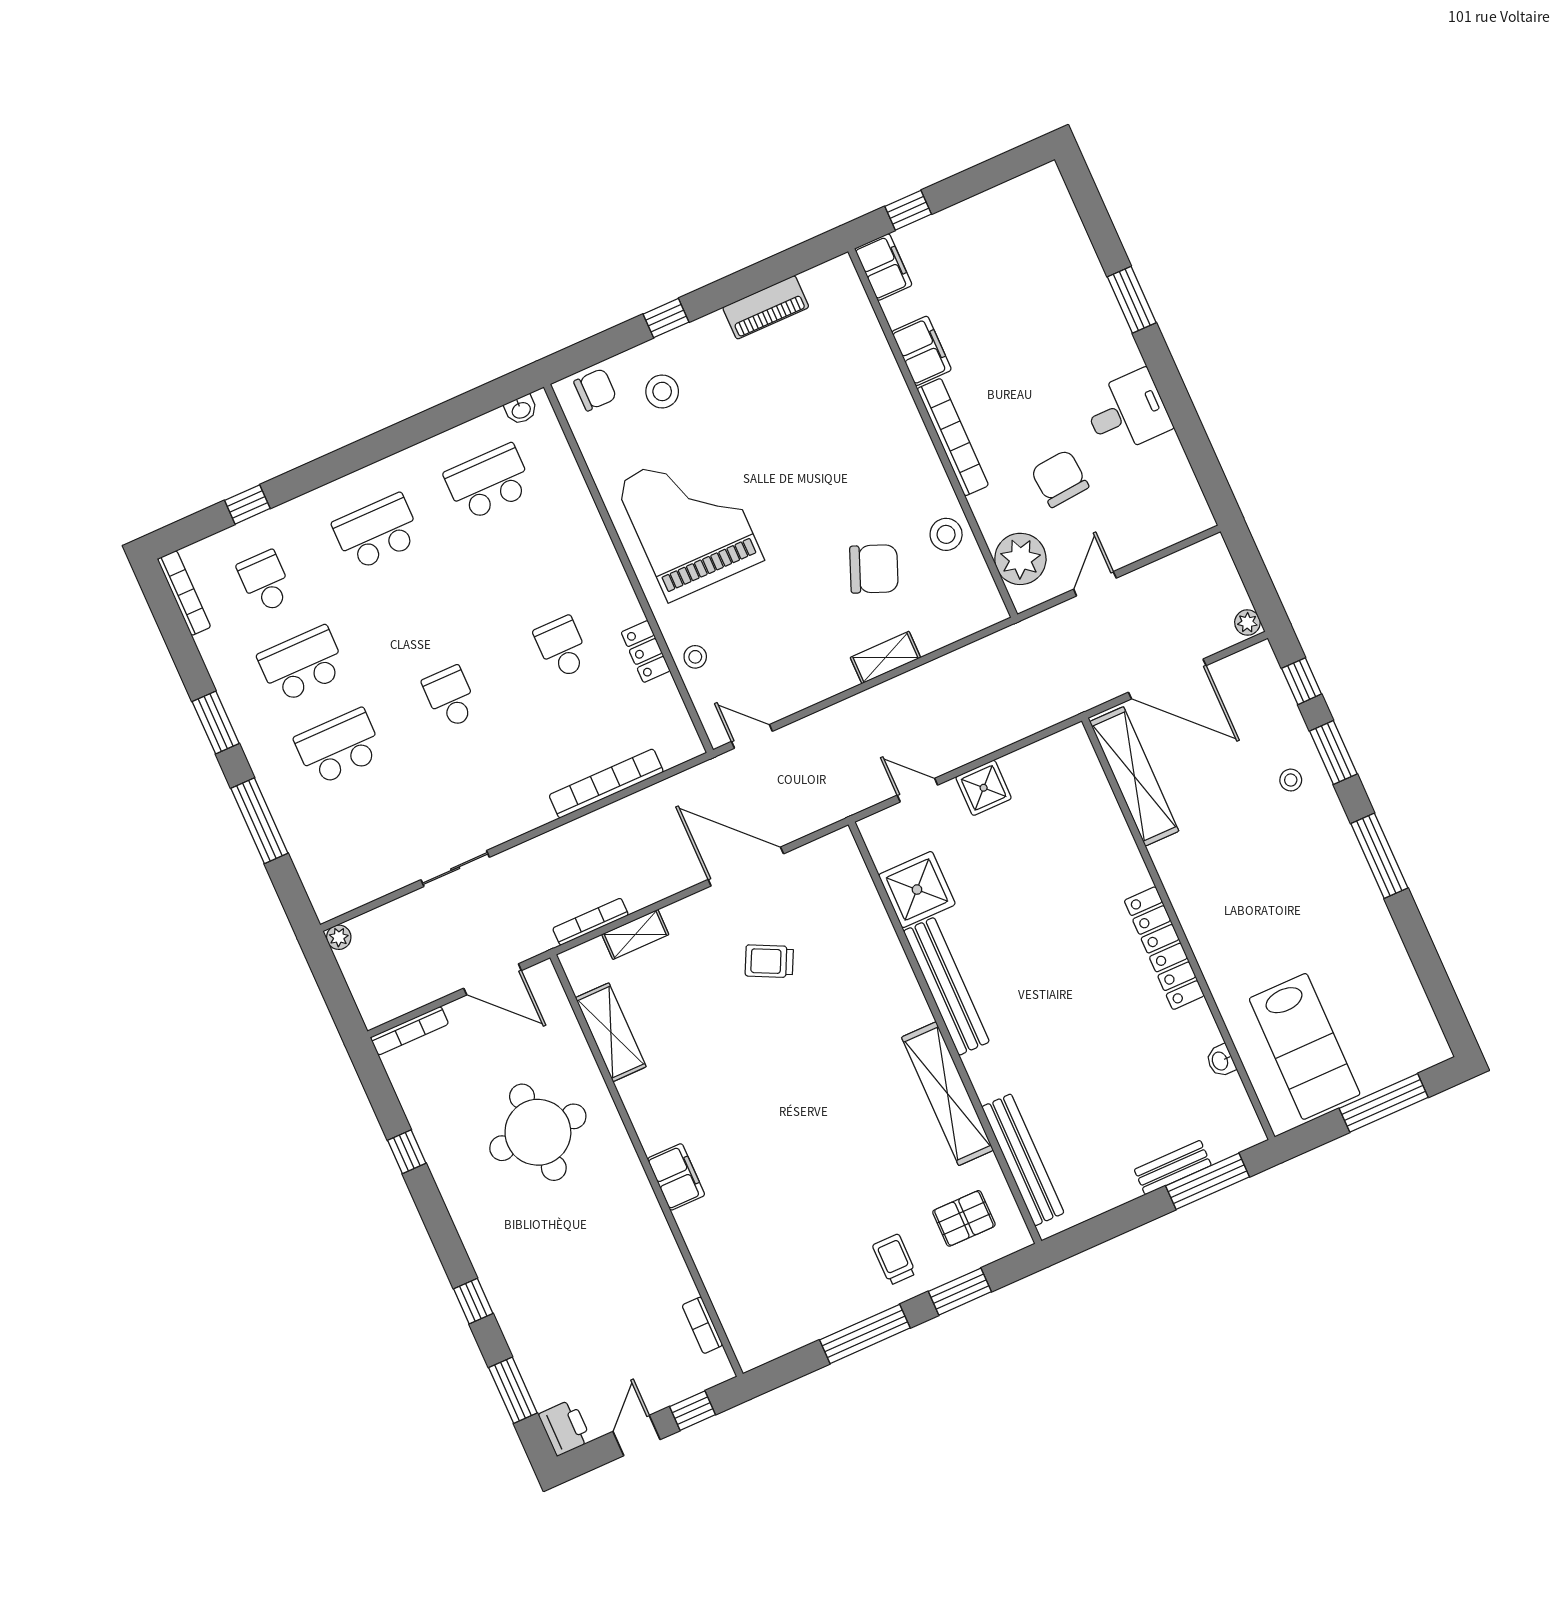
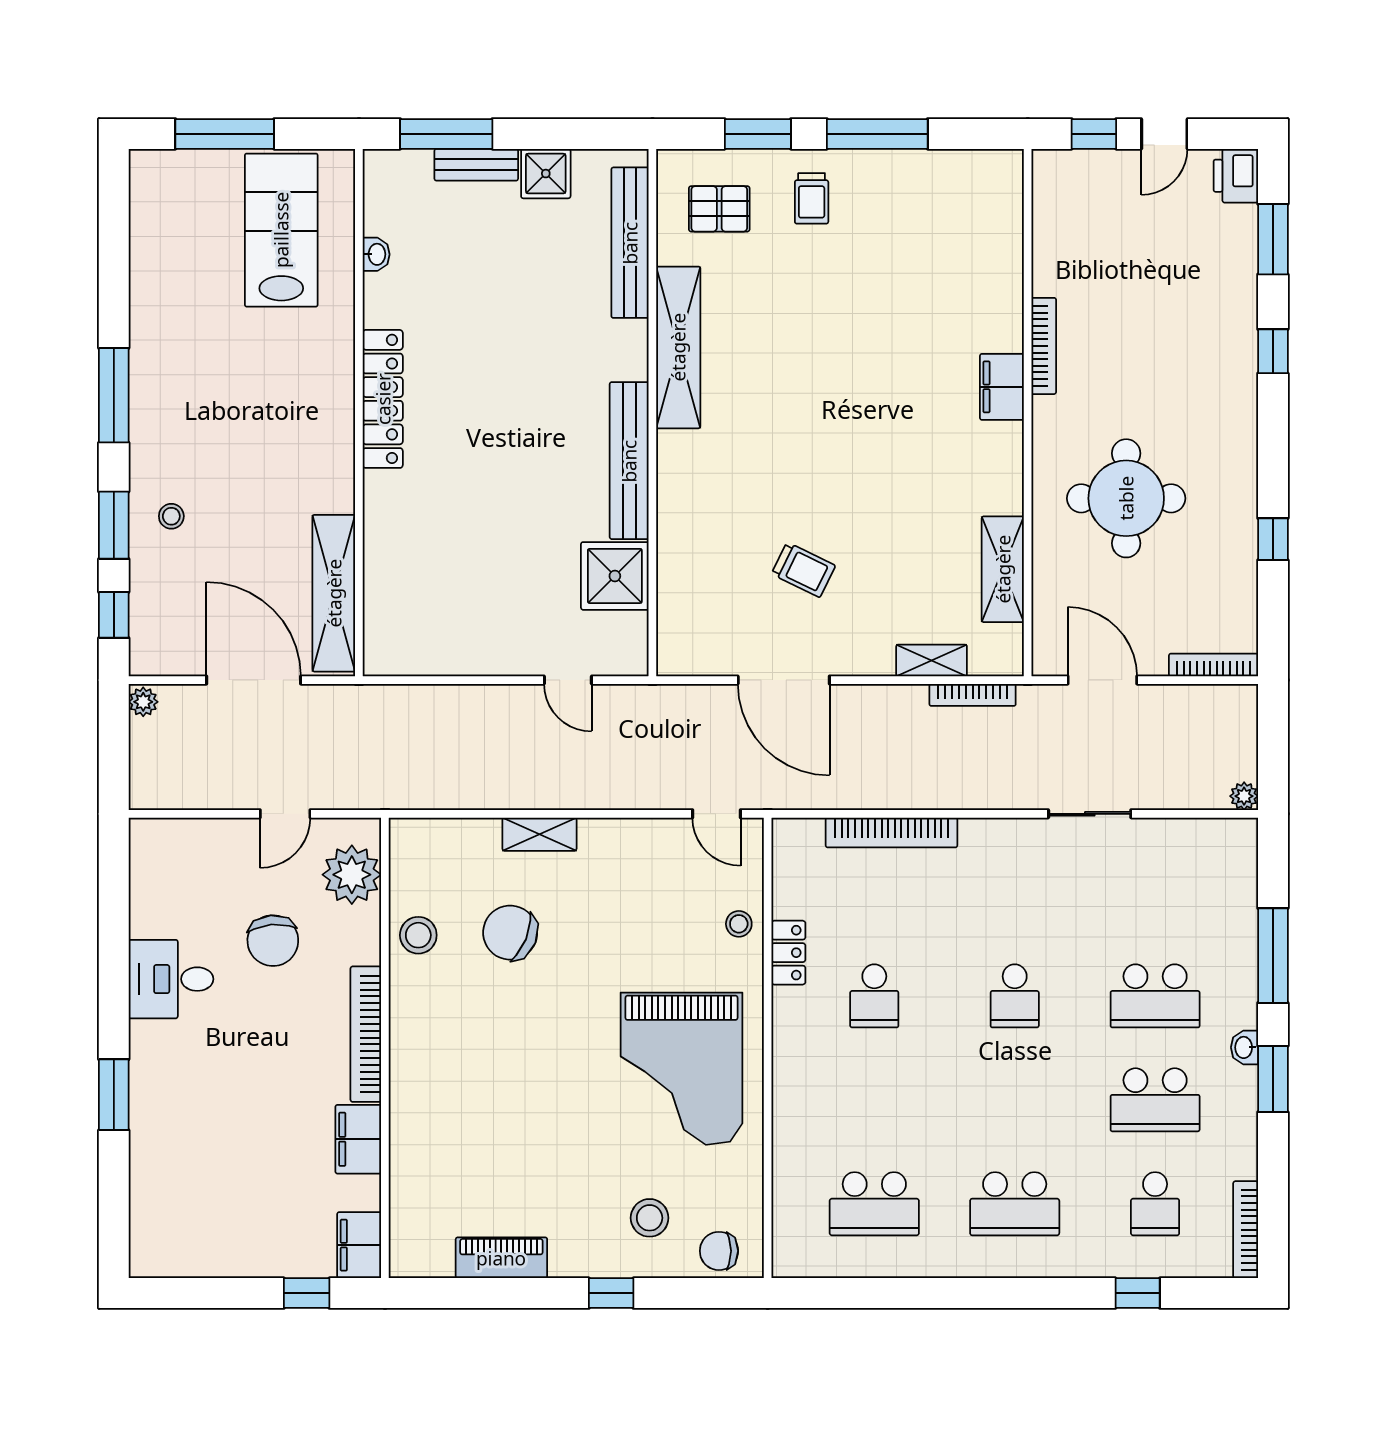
washbasin: (521, 410) -> (1244, 1047), moved, turned -90
shower: (984, 788) -> (546, 174), moved
bookcase: (702, 1325) -> (1044, 346), moved, width x1.56

